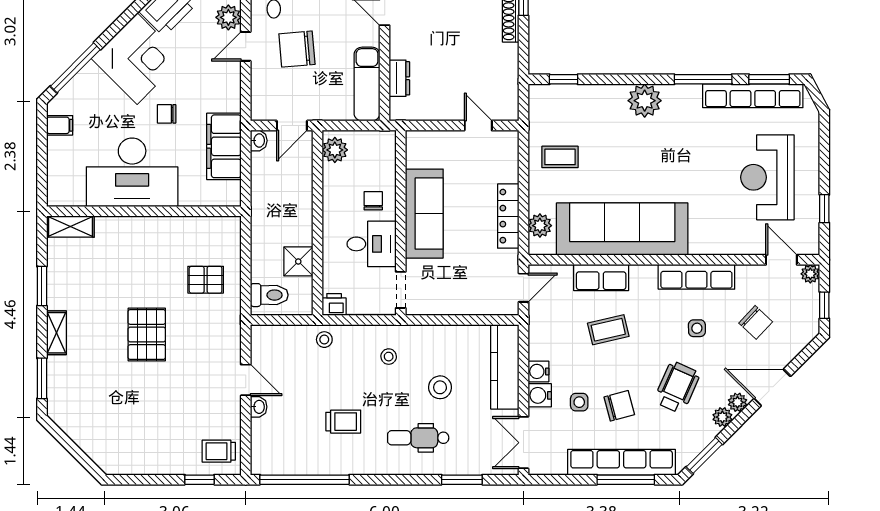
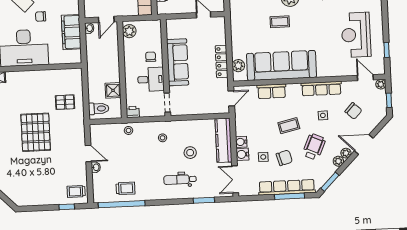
coffee table: (560, 157) -> (280, 22), moved
coffee table: (608, 330) -> (289, 126), moved
pallet: (147, 334) -> (36, 132), width x1.37, depth x1.41
trolley: (343, 422) -> (125, 188), moved

